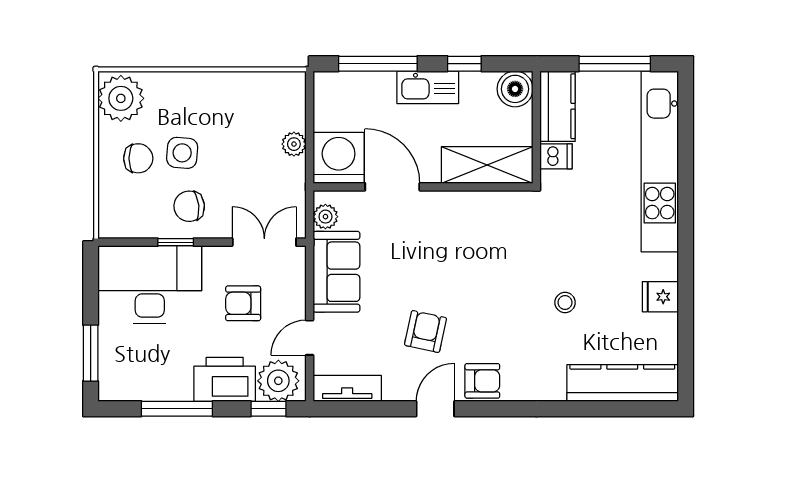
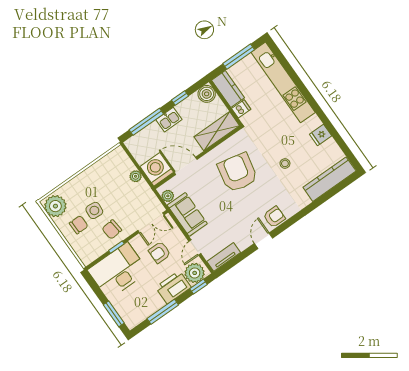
kitchen sink: (428, 87) -> (169, 120), width x0.73
double door: (264, 242) -> (151, 223), swing flipped
armchair: (425, 331) -> (238, 172), moved, width x1.88, depth x1.88

